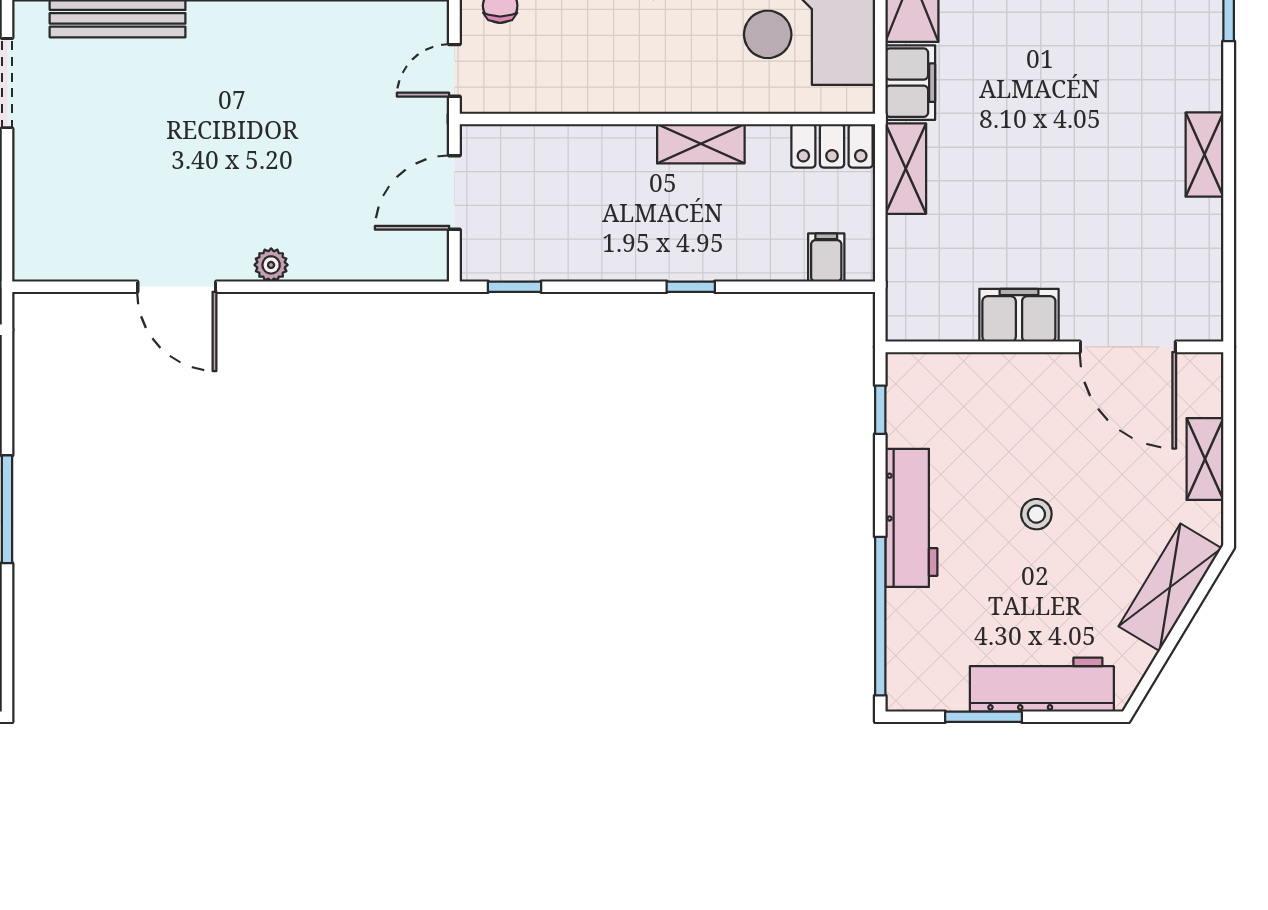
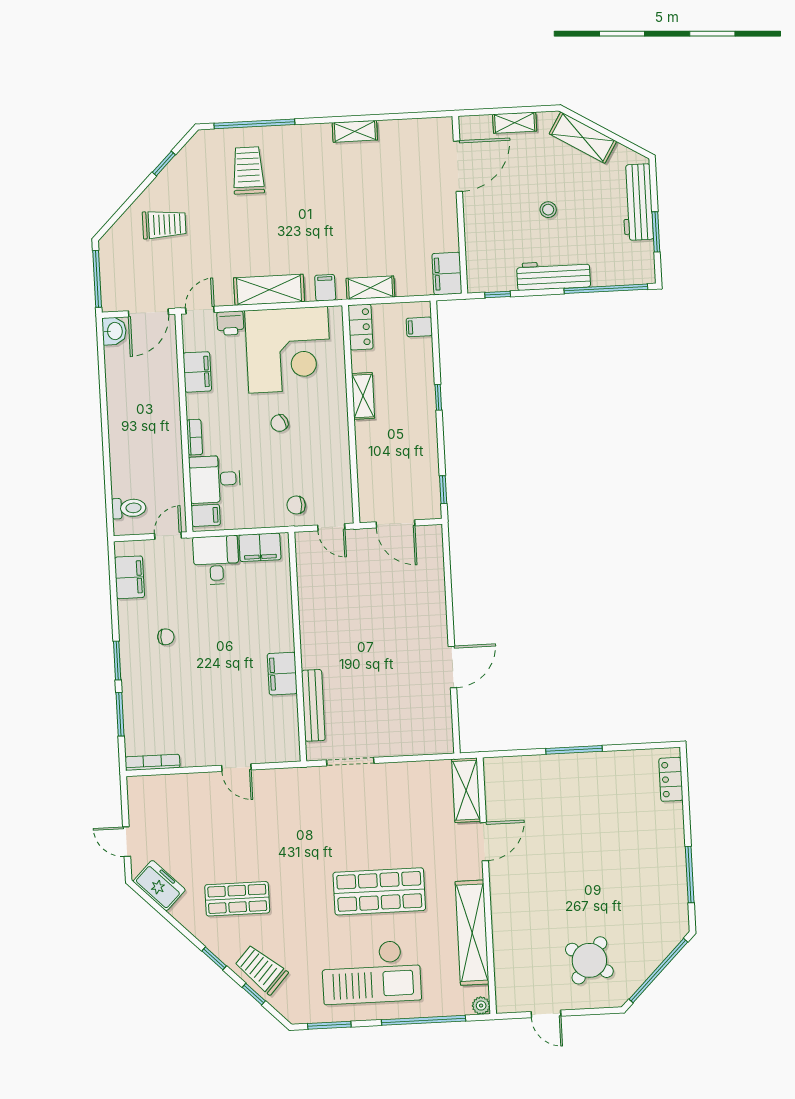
filing cabinet: (910, 83) -> (325, 288), width x0.50
plant: (271, 265) -> (438, 618), removed
filing cabinet: (1019, 315) -> (447, 274), moved

